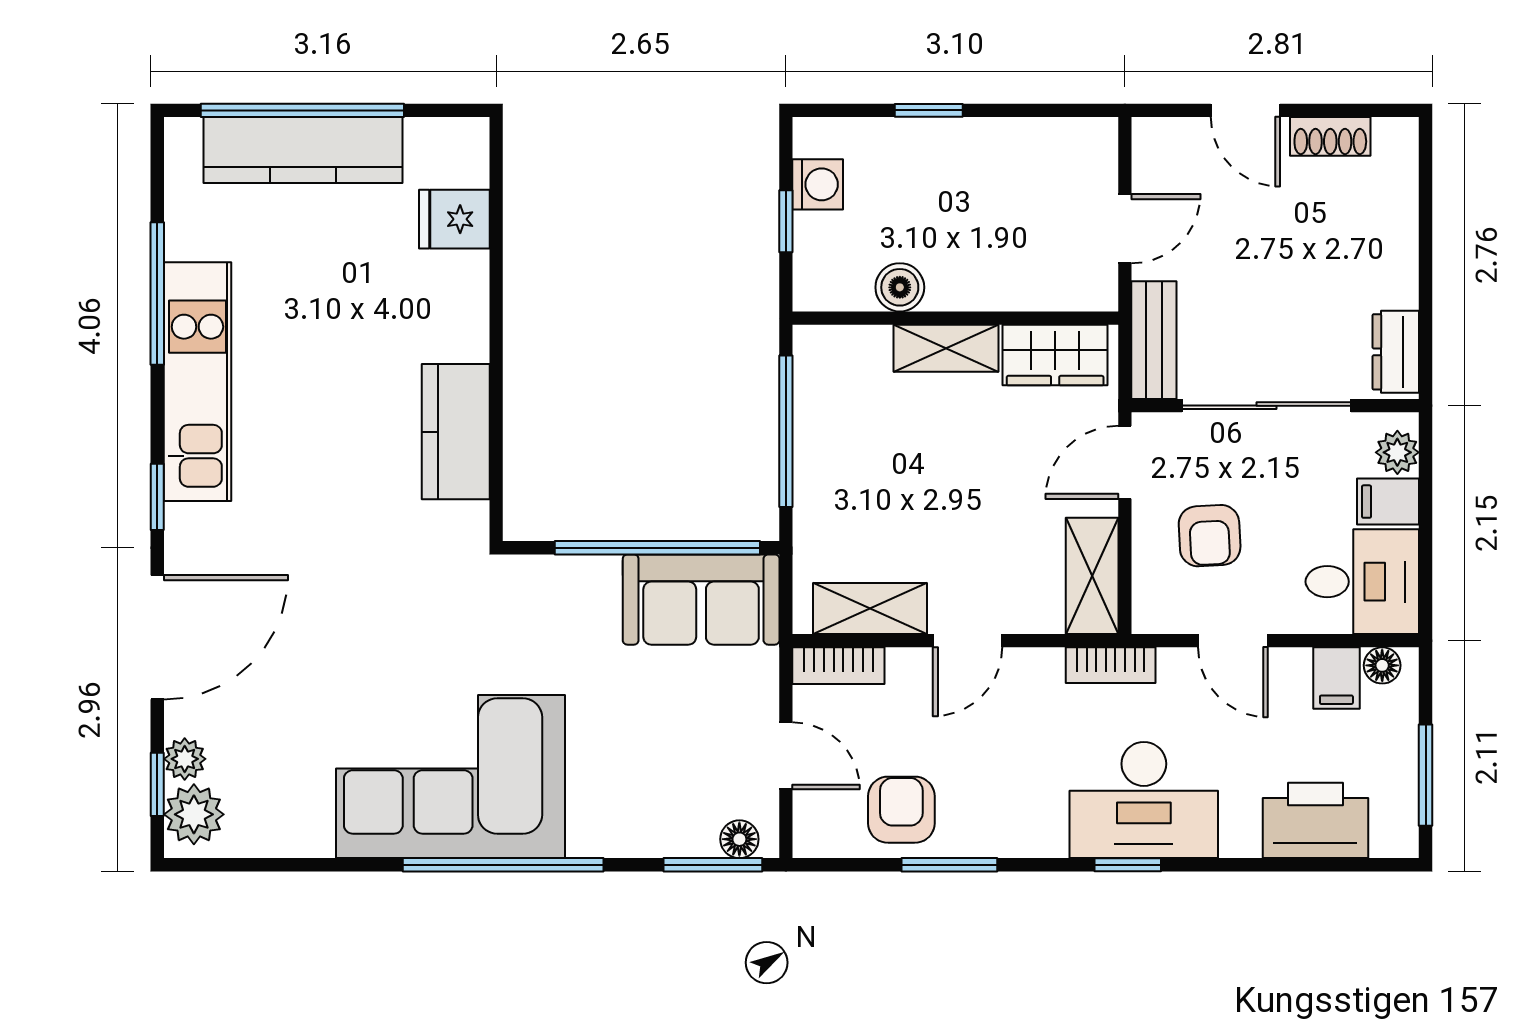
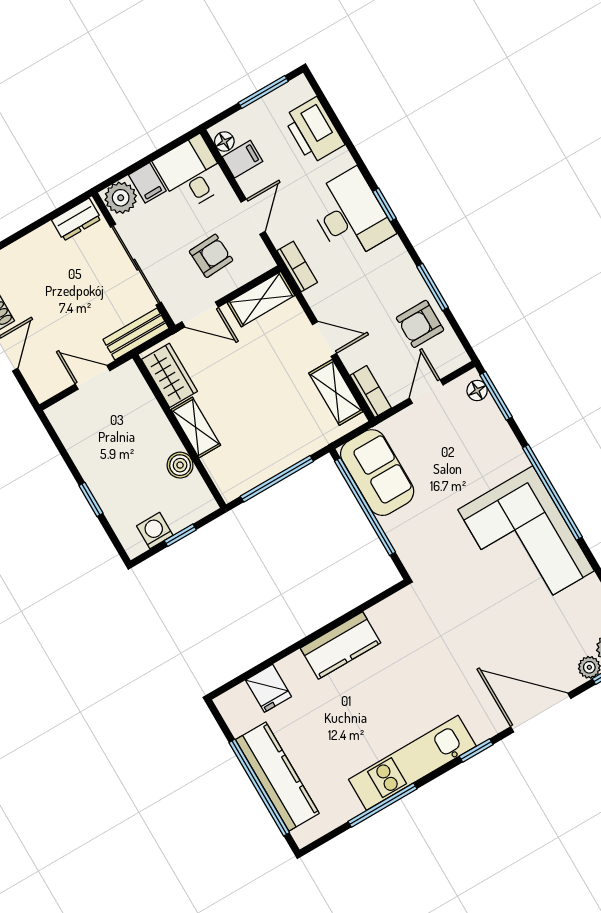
kitchen counter: (456, 432) -> (341, 645), moved
plant: (1397, 452) -> (121, 198), width x1.38, depth x1.38

